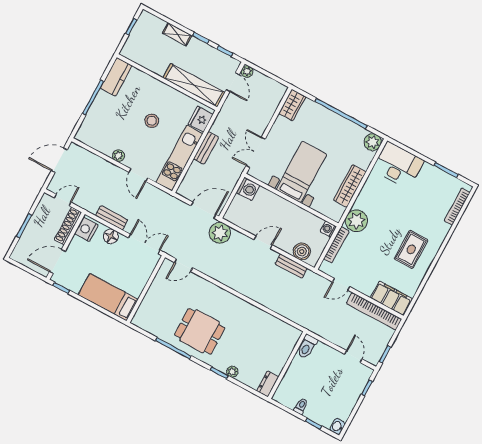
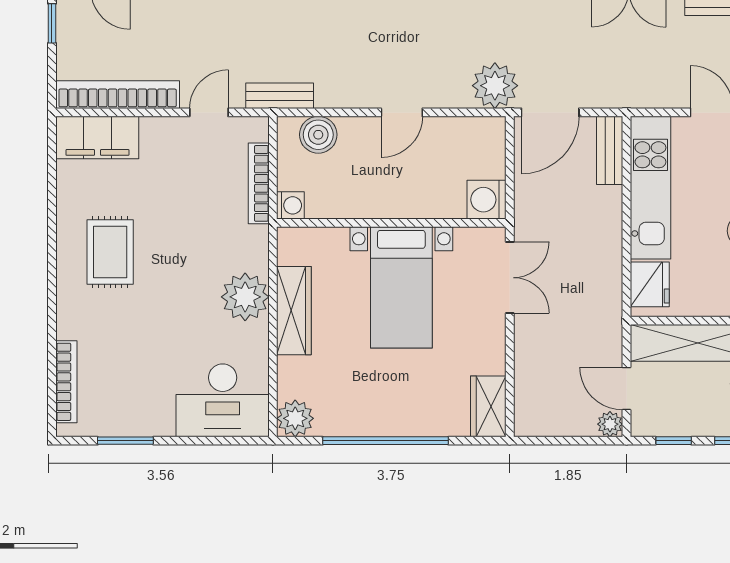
bench: (206, 148) -> (610, 150), moved
plant: (356, 221) -> (245, 297), moved
bench: (291, 266) -> (280, 96), moved

